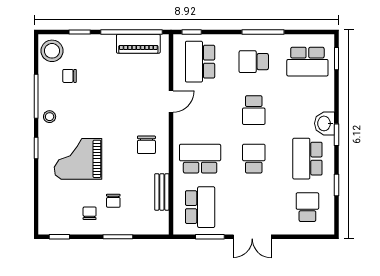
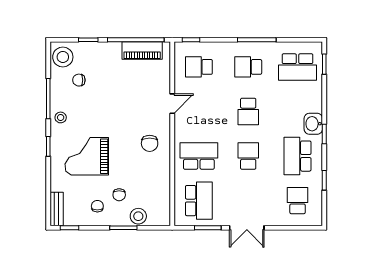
school desk: (200, 62) -> (199, 67), width x0.54
bench: (162, 192) -> (57, 209), moved
stool: (134, 224) -> (138, 216), added

